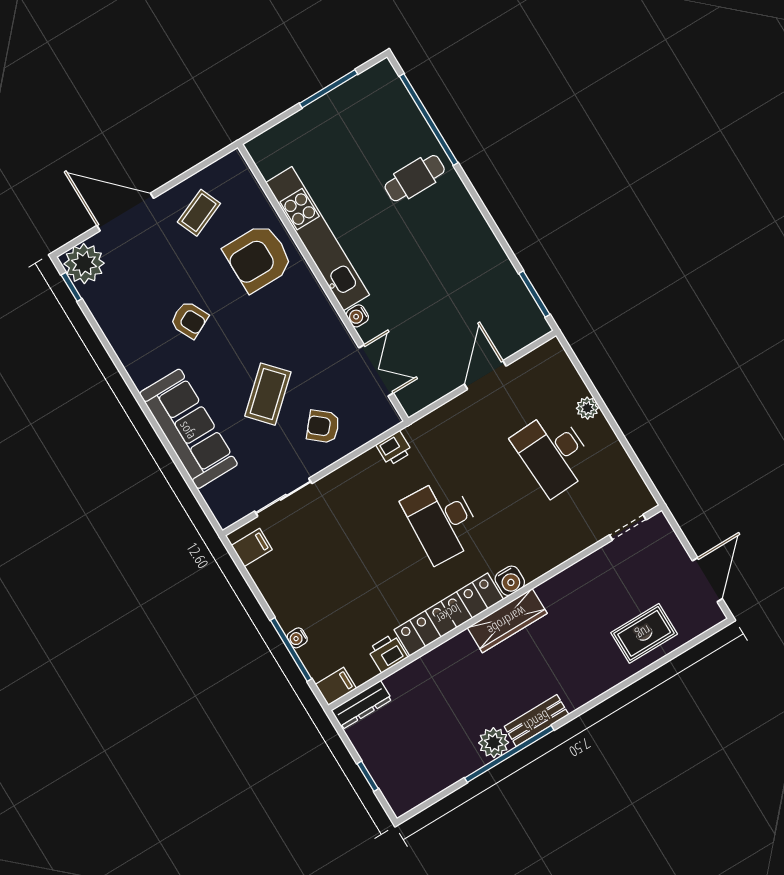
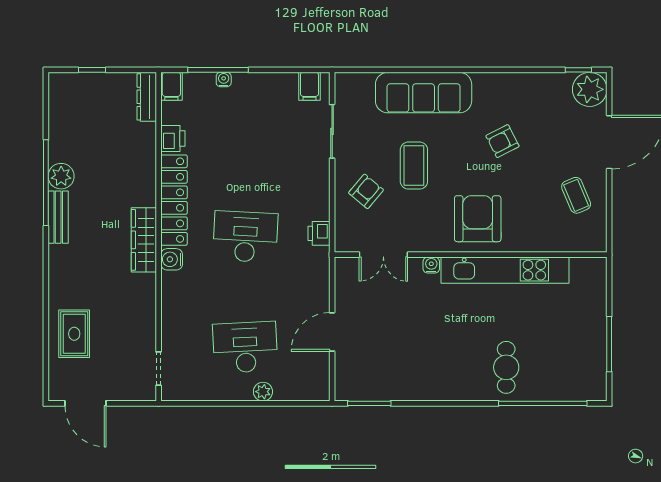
armchair: (258, 258) -> (478, 219), moved
door: (485, 375) -> (332, 332), swing flipped
coffee table: (268, 394) -> (414, 166), turned 42

